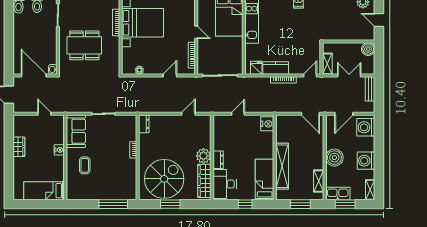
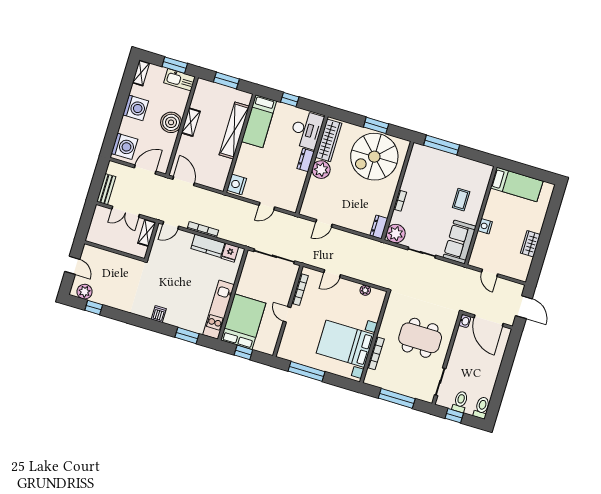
boiler: (368, 49) -> (95, 236), removed
plant: (129, 123) -> (396, 234), added
shelving: (319, 181) -> (191, 122), moved

